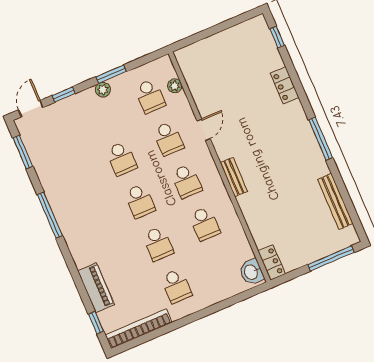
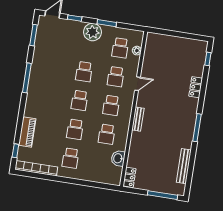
plant: (103, 90) -> (93, 32), width x1.87, depth x1.87
washbasin: (251, 272) -> (118, 158), moved

